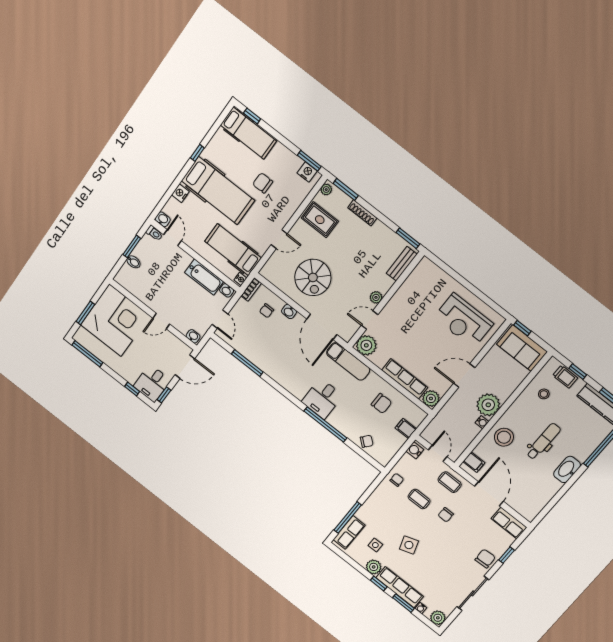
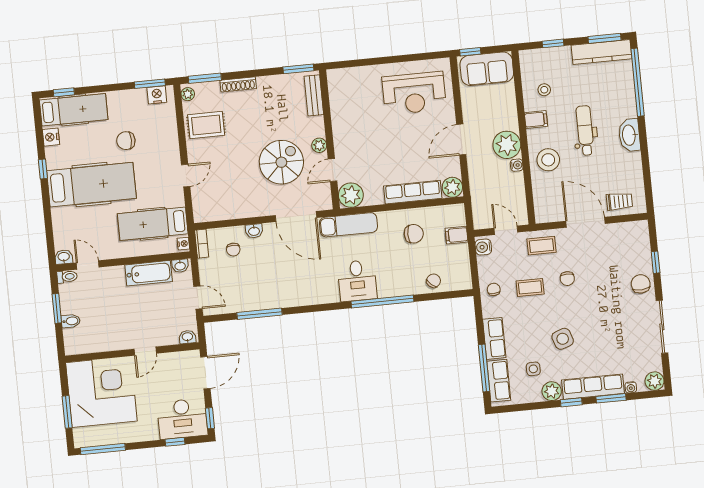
nightstand: (180, 193) -> (51, 137), moved
spiral stairs: (313, 277) -> (281, 162), moved, turned -90
trolley: (565, 377) -> (619, 201), moved
desk: (152, 383) -> (182, 419), width x1.37
filing cabinet: (474, 462) -> (536, 119), moved
row of seats: (509, 523) -> (494, 338), moved, turned -90

